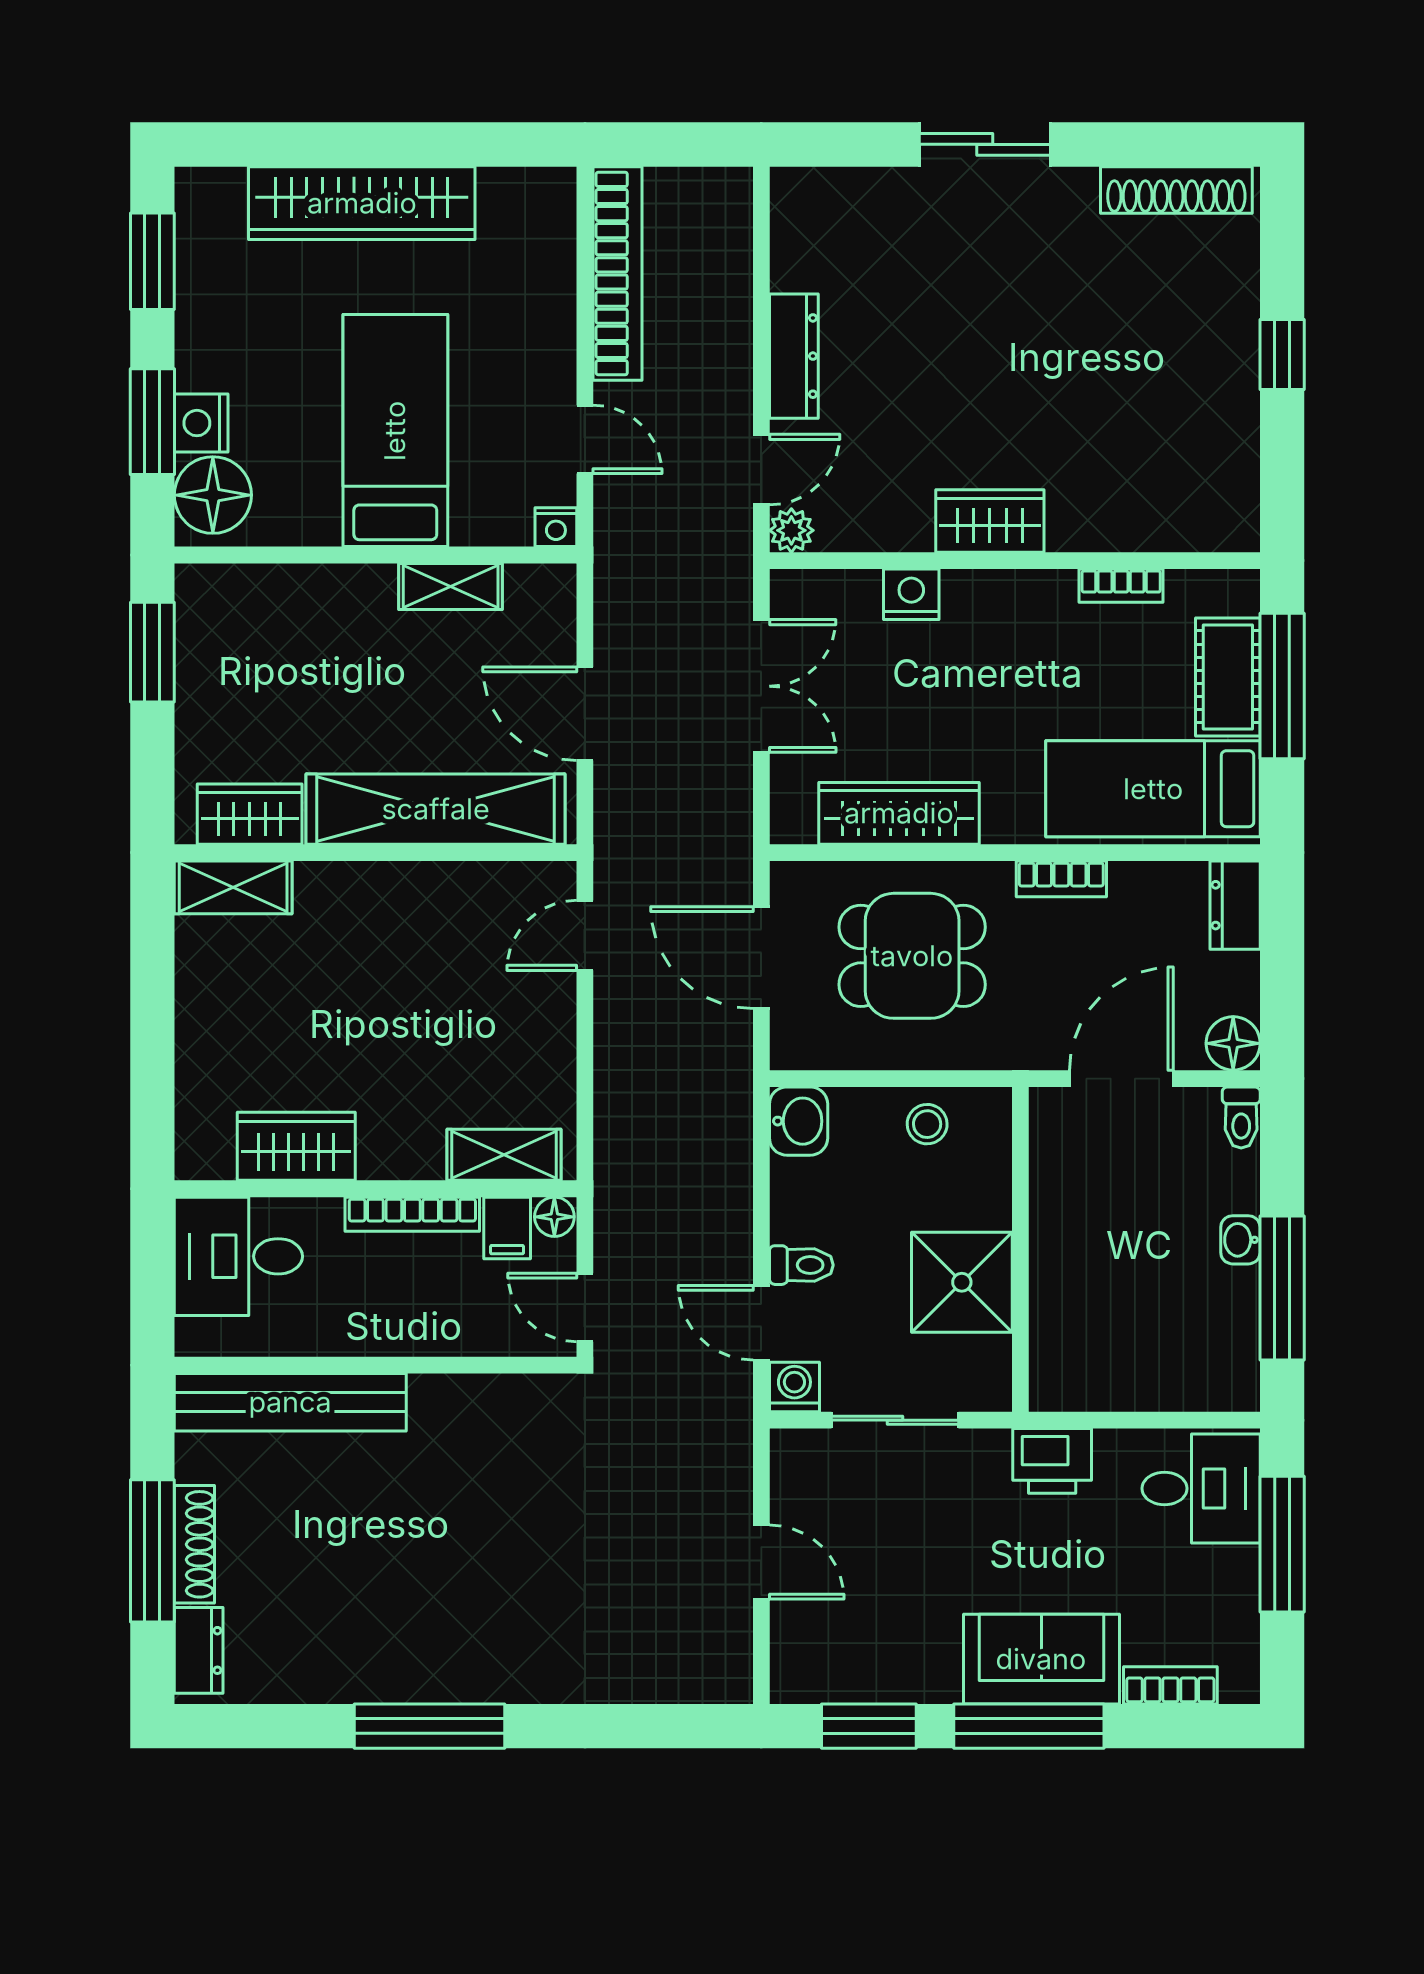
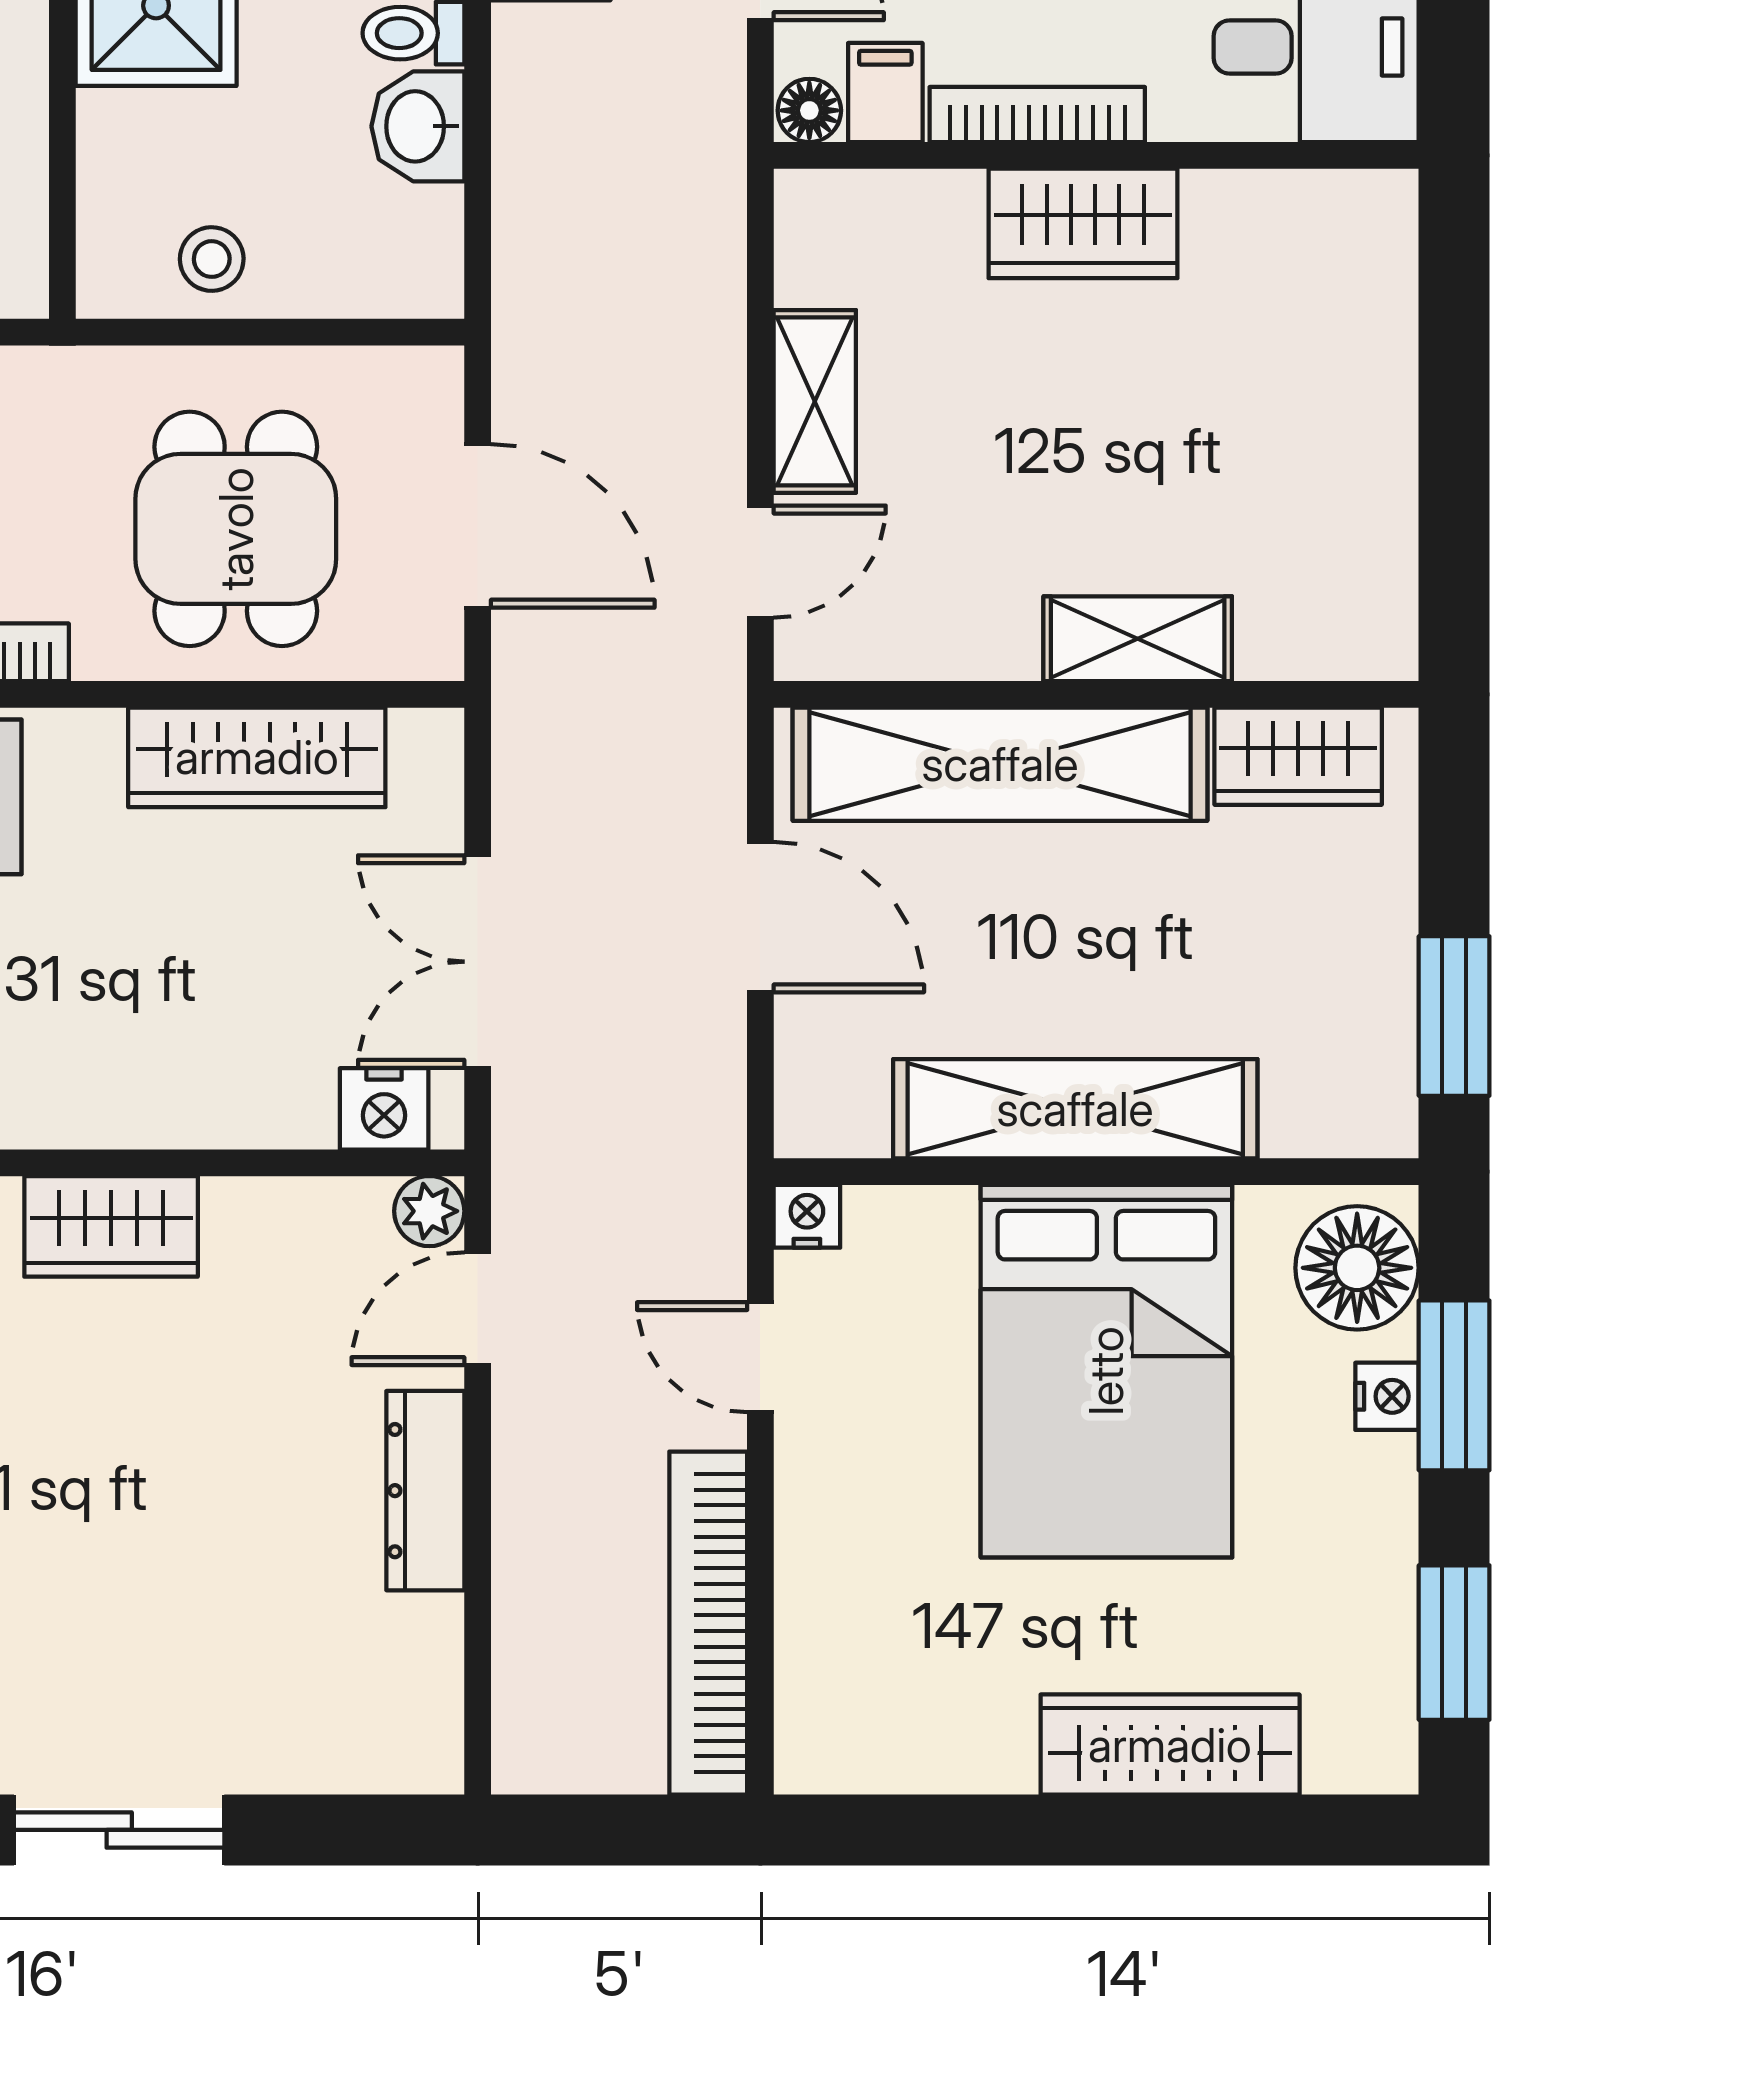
wardrobe: (362, 203) -> (1170, 1745), width x0.71, depth x0.85
nightstand: (201, 423) -> (1387, 1396), width x0.72, depth x0.74
bed: (395, 431) -> (1106, 1371), width x1.50
shelving: (451, 587) -> (1075, 1109), width x2.20, depth x1.33
nightstand: (911, 594) -> (384, 1109), moved
shelving: (233, 887) -> (1138, 639), moved
dining table: (912, 956) -> (236, 529), turned 90
washbasin: (799, 1121) -> (418, 126), moved
wardrobe: (296, 1146) -> (1083, 223), moved
shelving: (504, 1155) -> (815, 401), moved, turned 90

